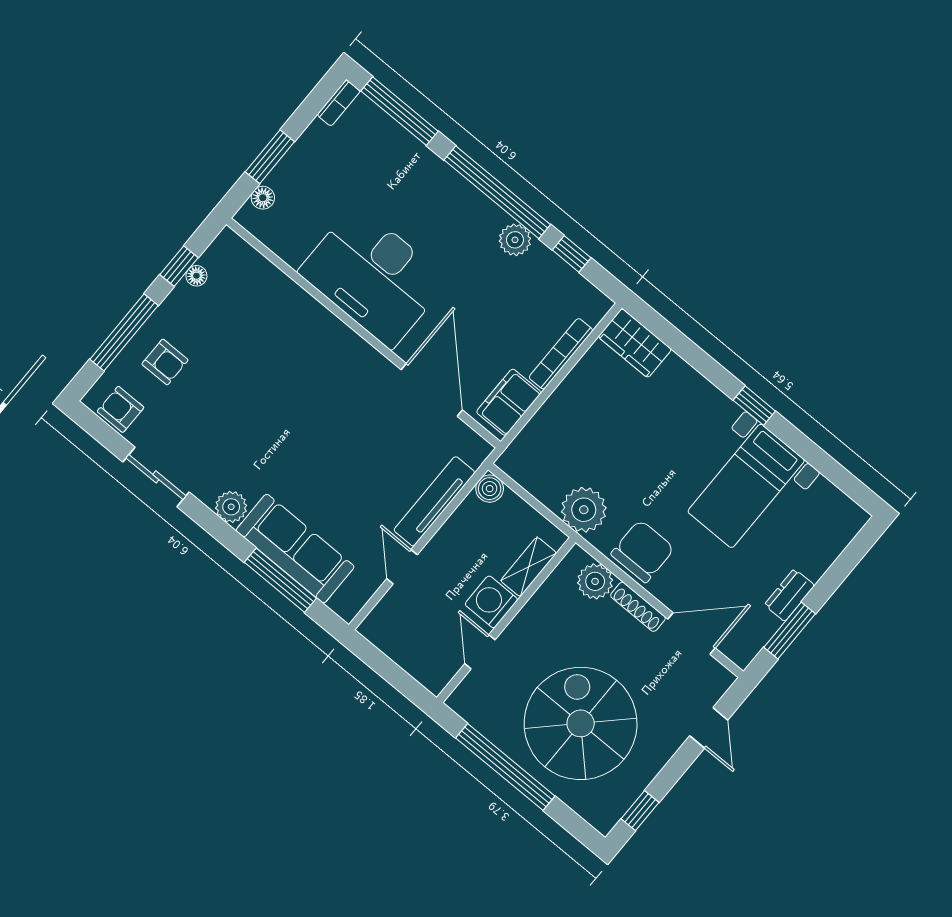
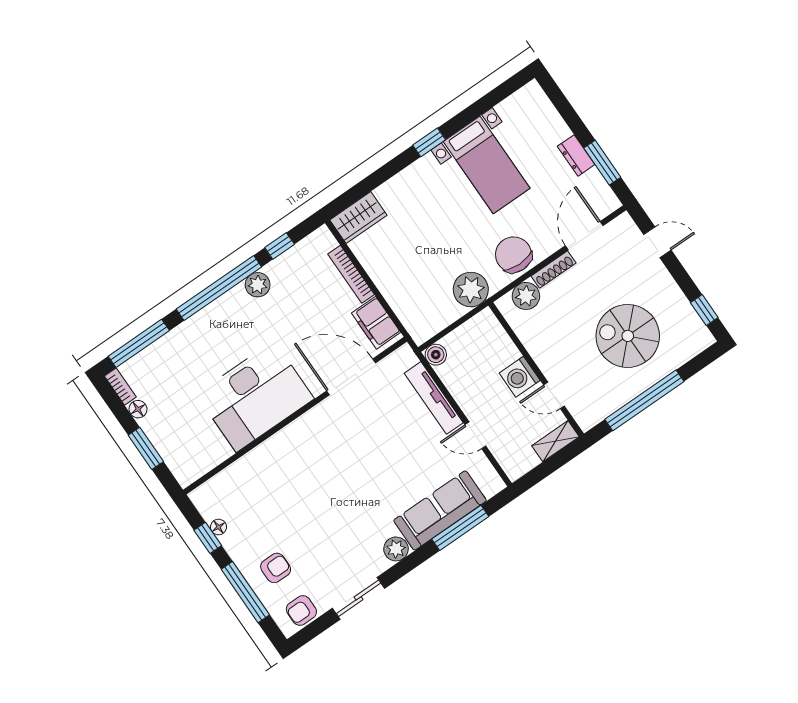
floor lamp: (263, 198) -> (138, 409), moved
shelving: (529, 567) -> (555, 441), moved, turned 90
spiral stairs: (581, 723) -> (628, 336), width x0.73, depth x0.73

